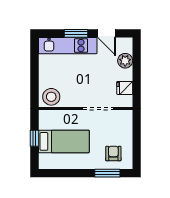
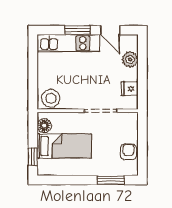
floor lamp: (45, 122) -> (44, 126), added
window: (34, 138) -> (33, 157), moved
armchair: (113, 154) -> (128, 152), moved

